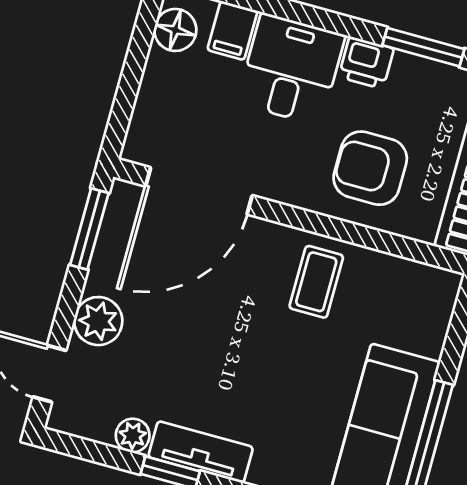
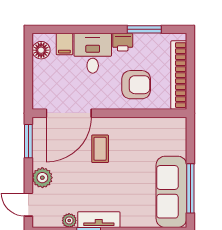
armchair: (370, 168) -> (136, 85), turned 180
coffee table: (316, 282) -> (100, 149), moved

